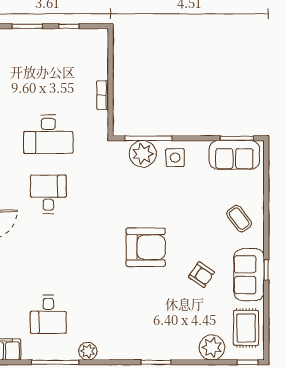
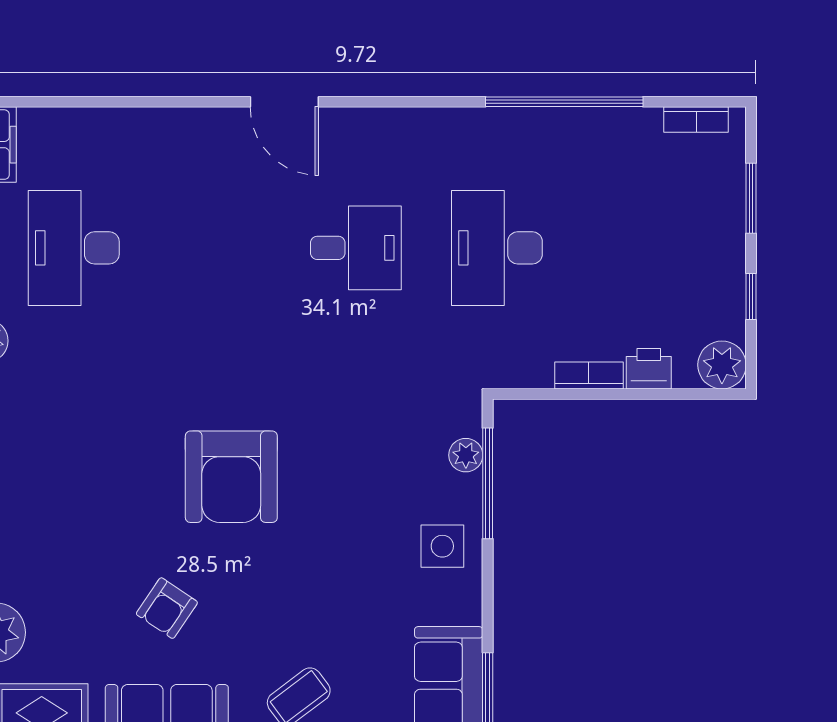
plant: (98, 39) -> (722, 365), added
printer: (100, 70) -> (649, 369), added
plant: (143, 154) -> (466, 455), width x0.53, depth x0.53
desk: (48, 314) -> (74, 248), width x1.37

